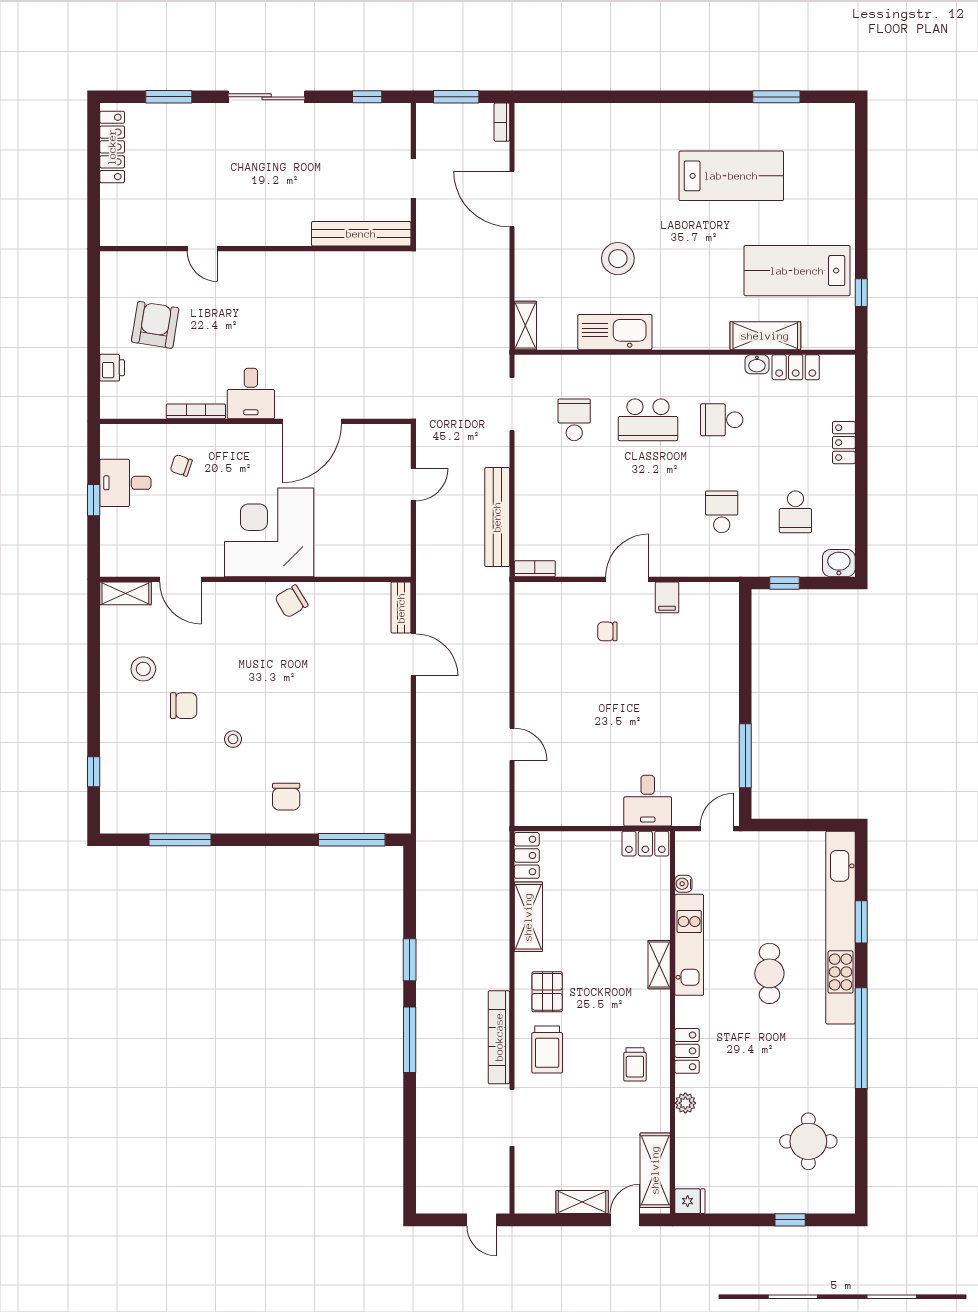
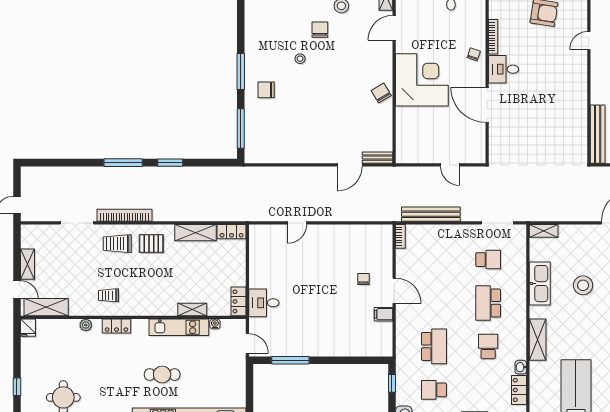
shelving: (765, 336) -> (538, 340), moved
chair: (181, 465) -> (474, 54), moved
school desk: (722, 512) -> (434, 346), width x1.85
chair: (184, 706) -> (320, 30), turned 180
window: (180, 840) -> (241, 71), moved
shelving: (659, 965) -> (192, 310), moved

